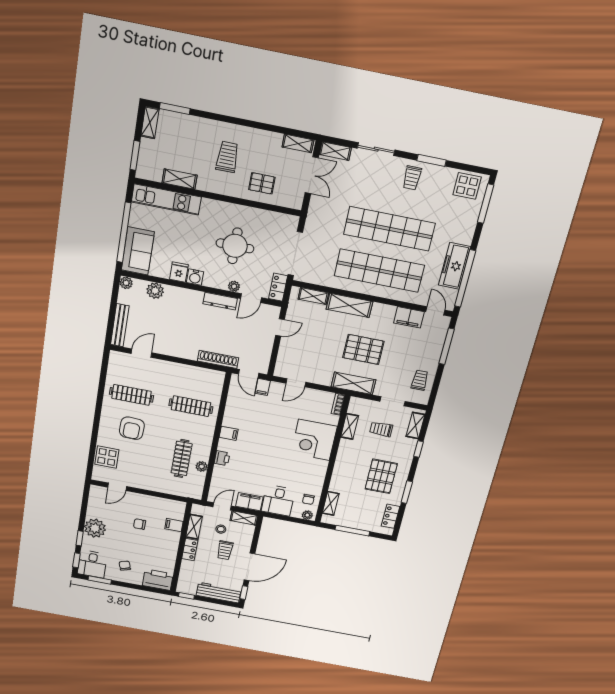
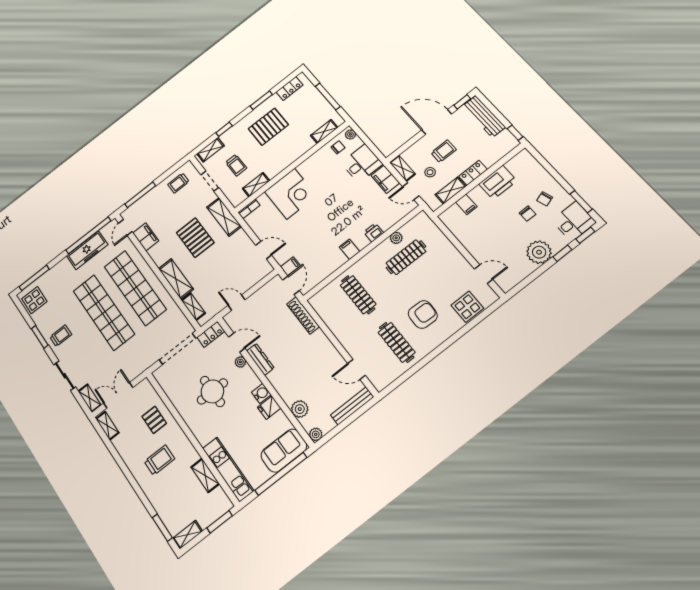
trolley: (227, 157) -> (159, 460), turned 180
chair: (139, 524) -> (528, 214), moved
printer: (158, 580) -> (498, 182), moved, turned -90

